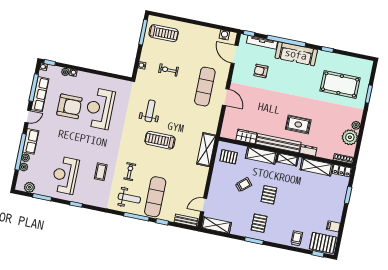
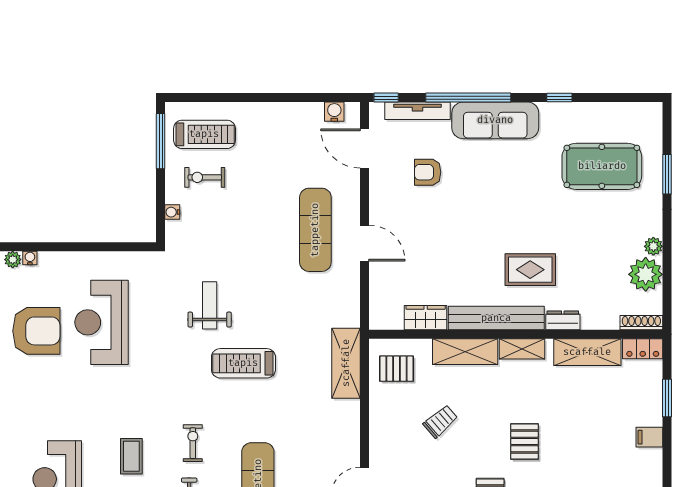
exercise bike: (168, 70) -> (205, 177), moved
pallet: (269, 195) -> (524, 441), moved
filing cabinet: (333, 226) -> (649, 437), moved

